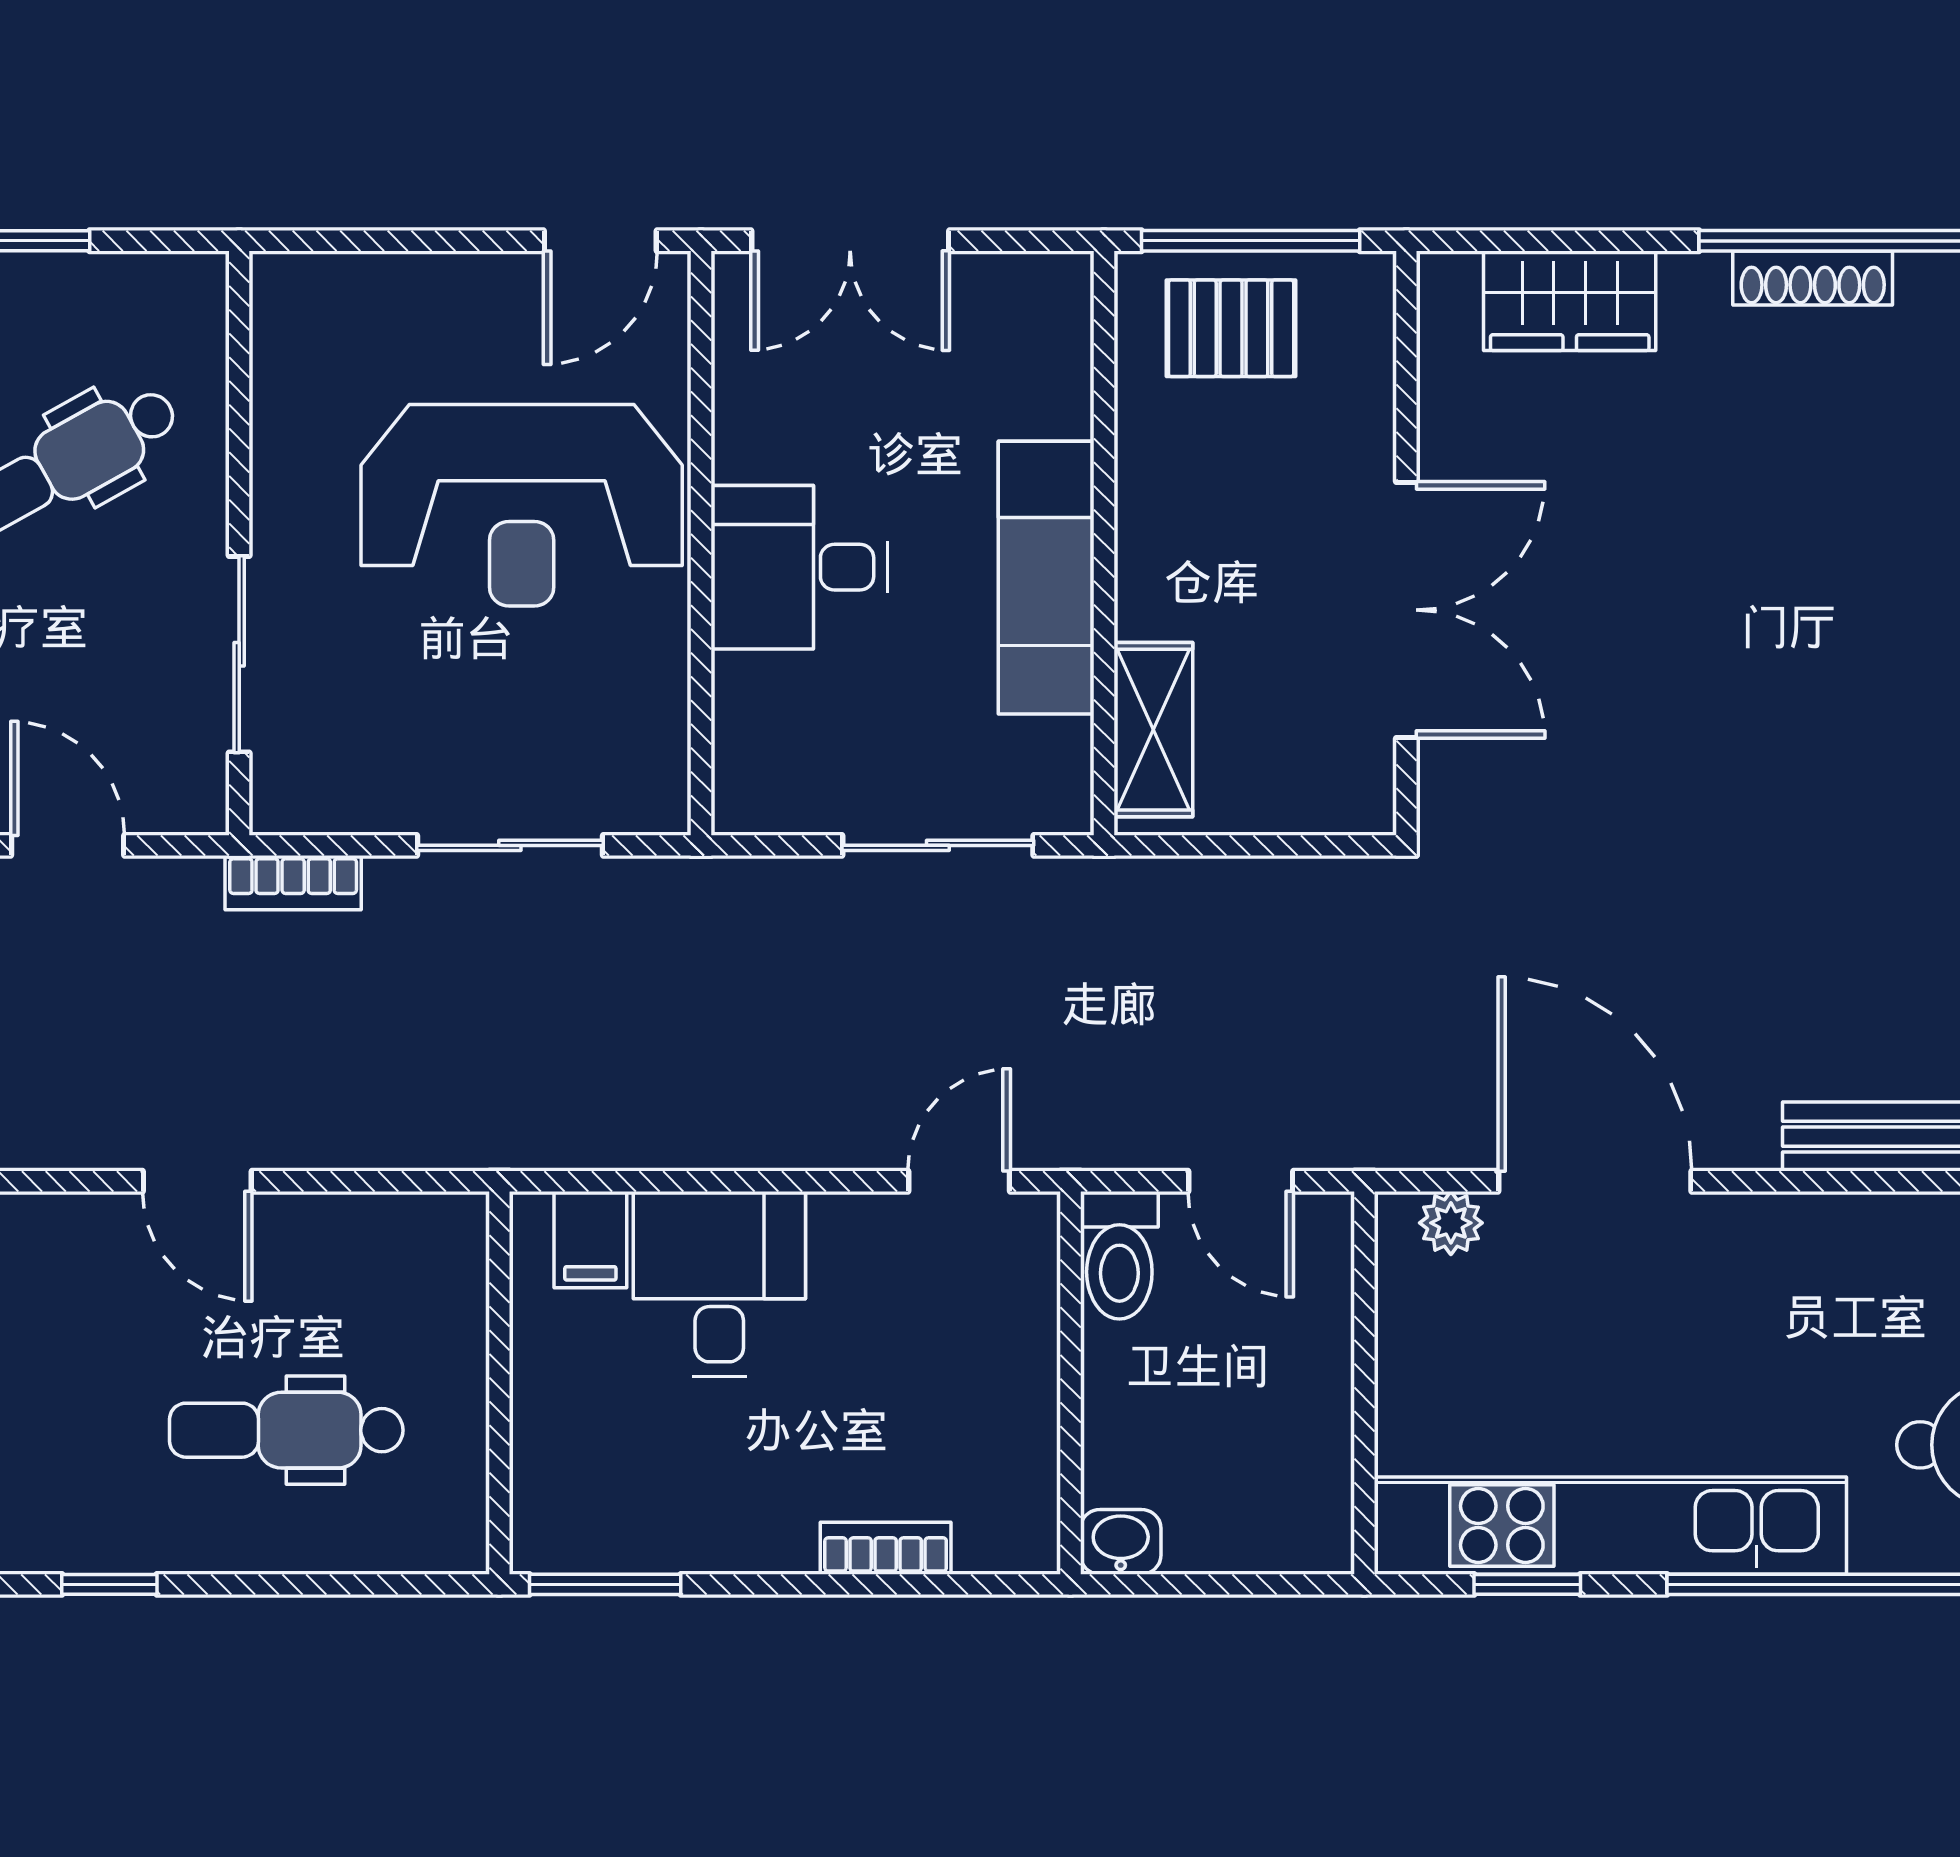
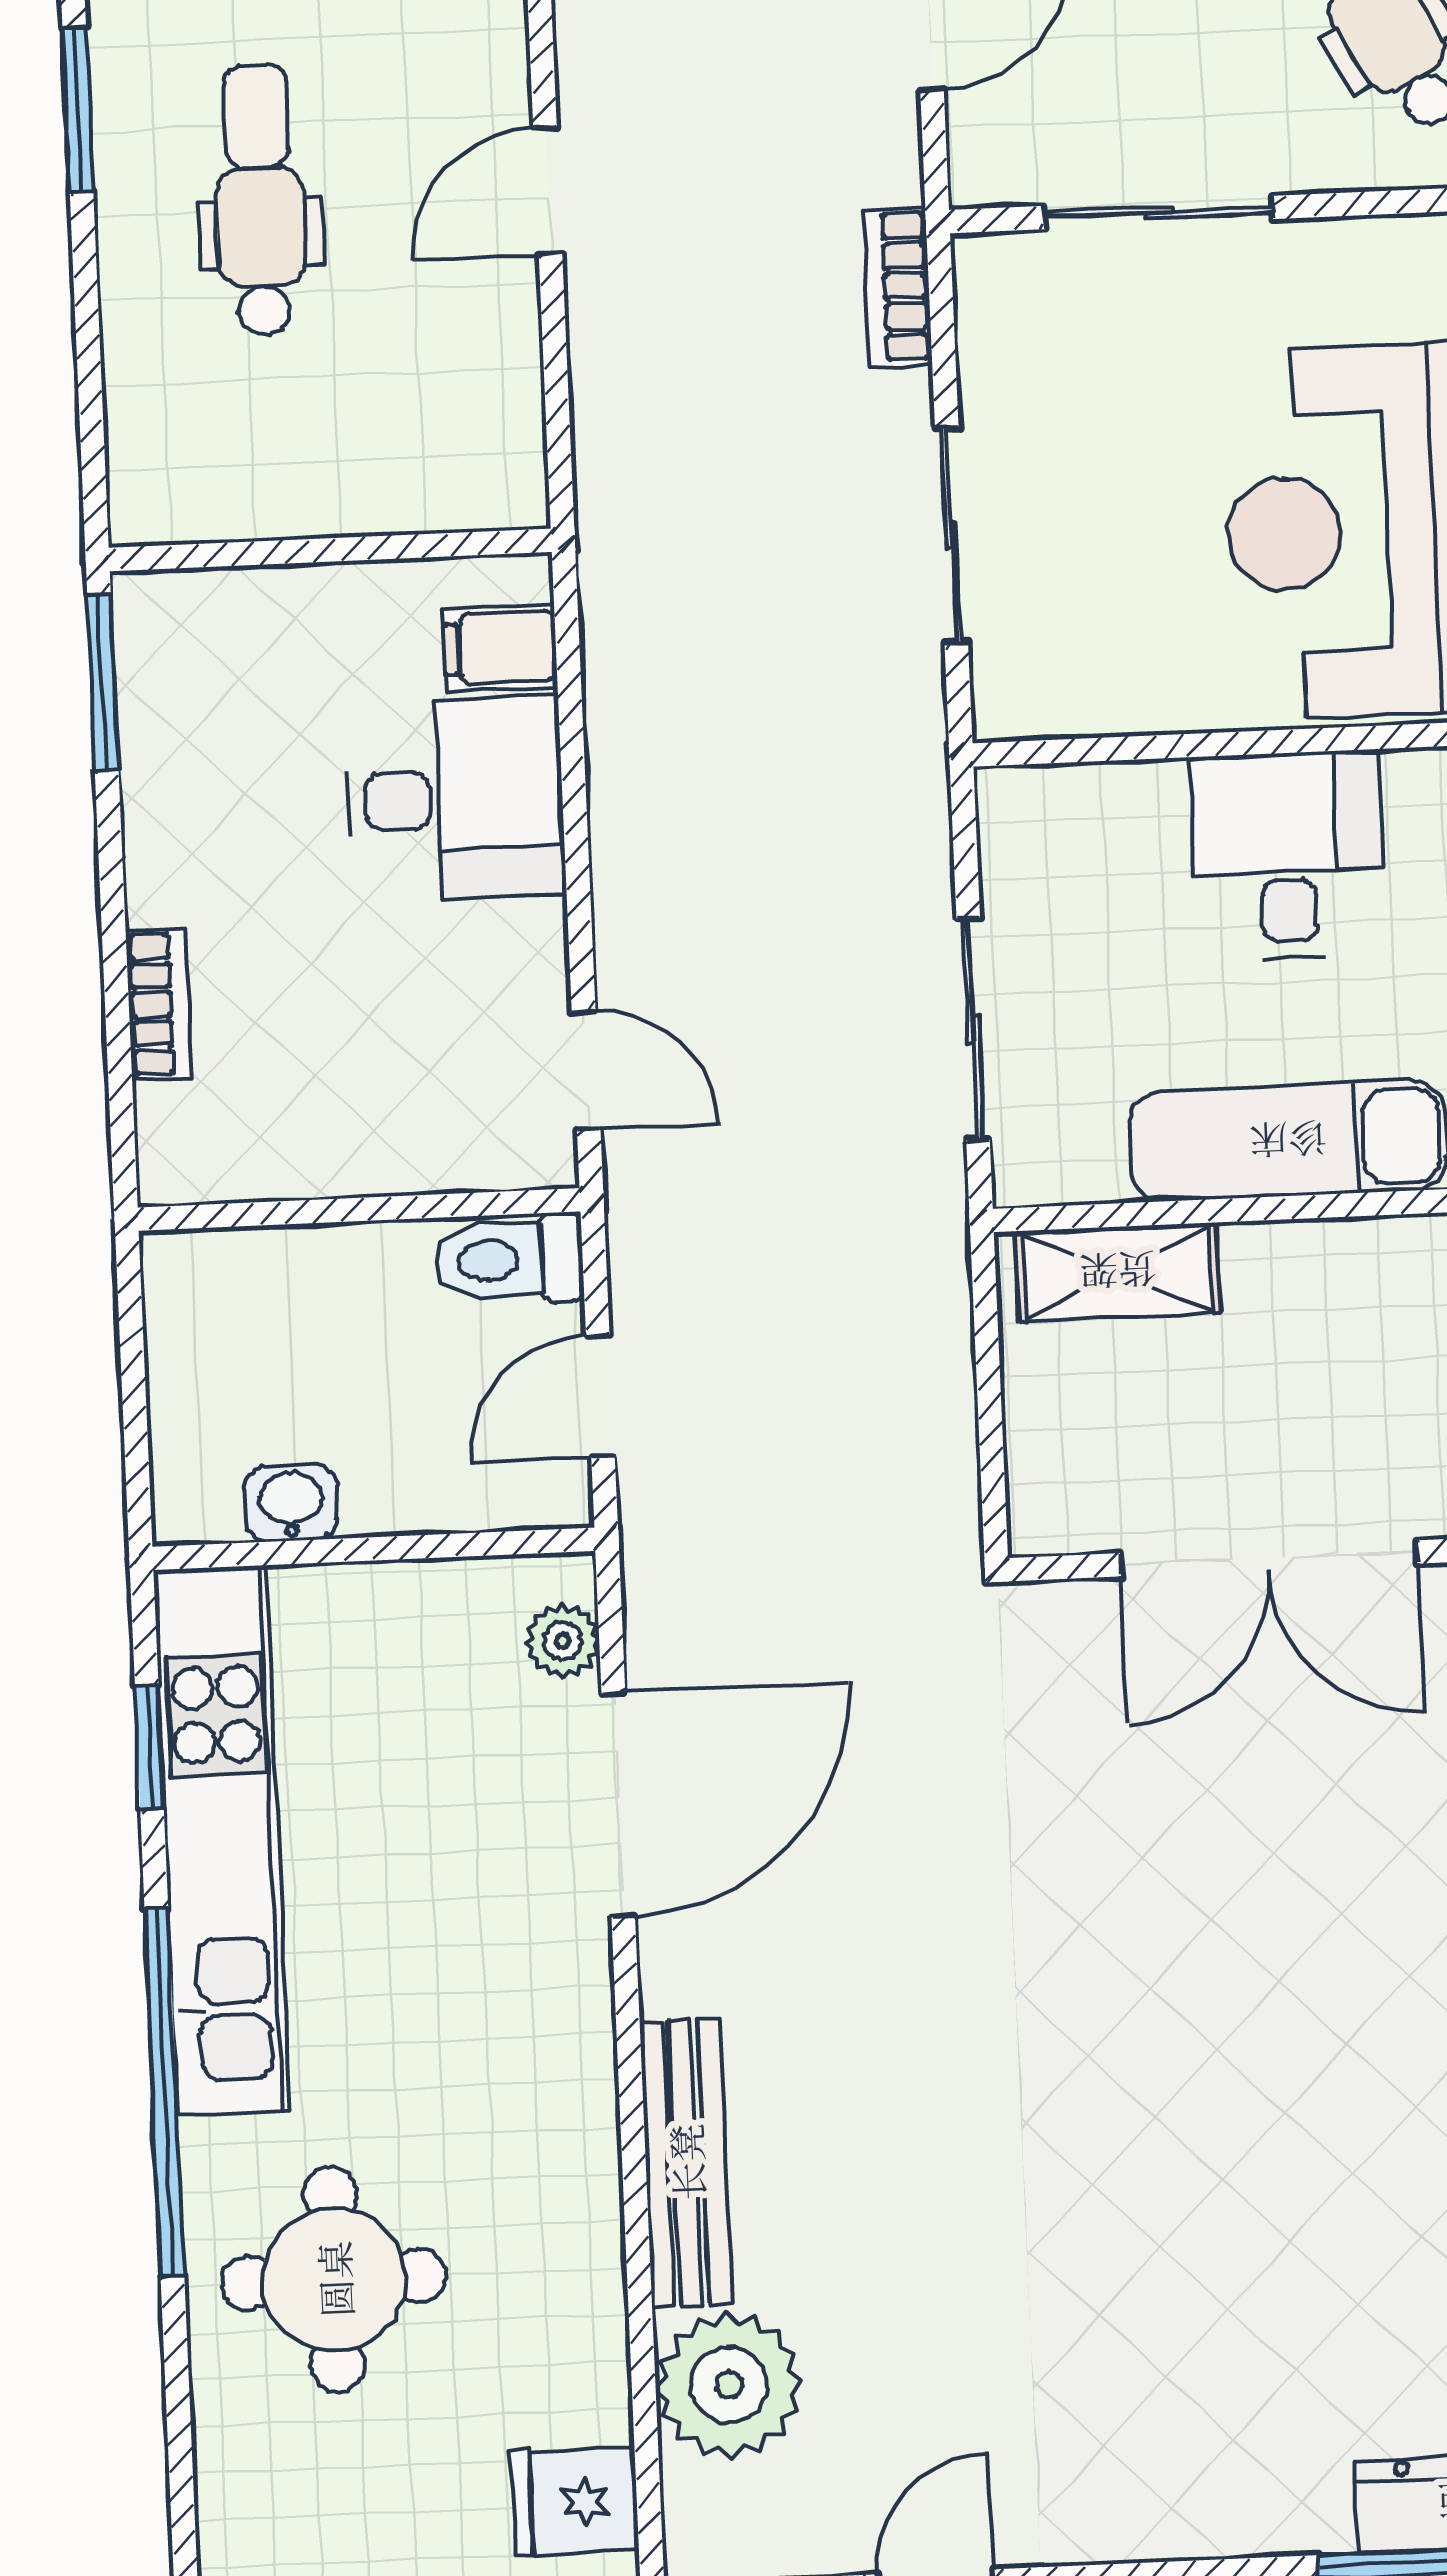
dental chair: (286, 1430) -> (260, 200), moved
washbasin: (1121, 1542) -> (291, 1503), moved, turned -90
window: (109, 1584) -> (78, 109), width x1.50

